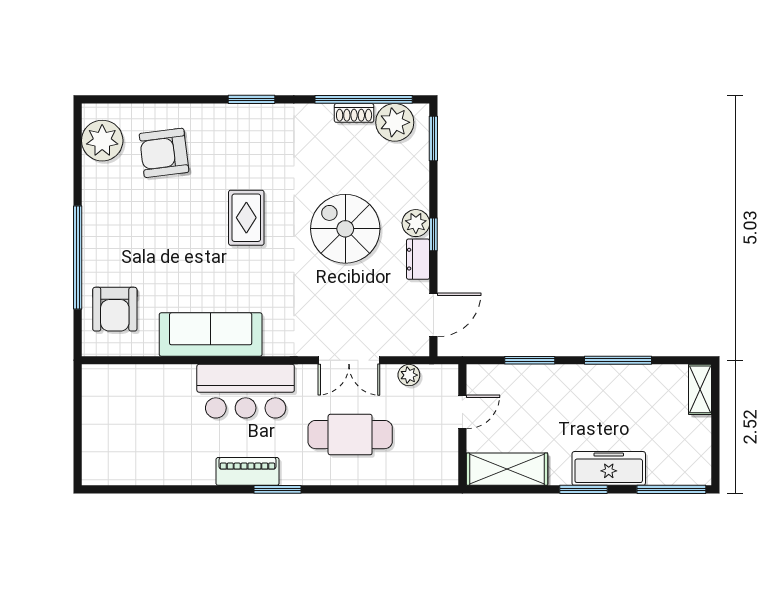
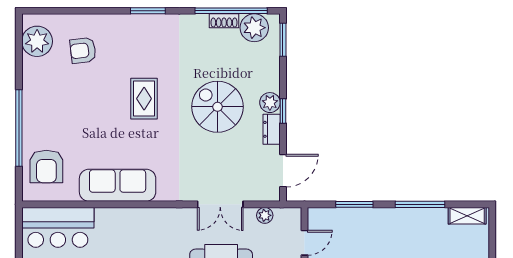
armchair: (164, 153) -> (83, 50), width x0.72, depth x0.72
shelving: (700, 389) -> (467, 216), moved, turned 90
bar counter: (246, 391) -> (58, 227), moved

